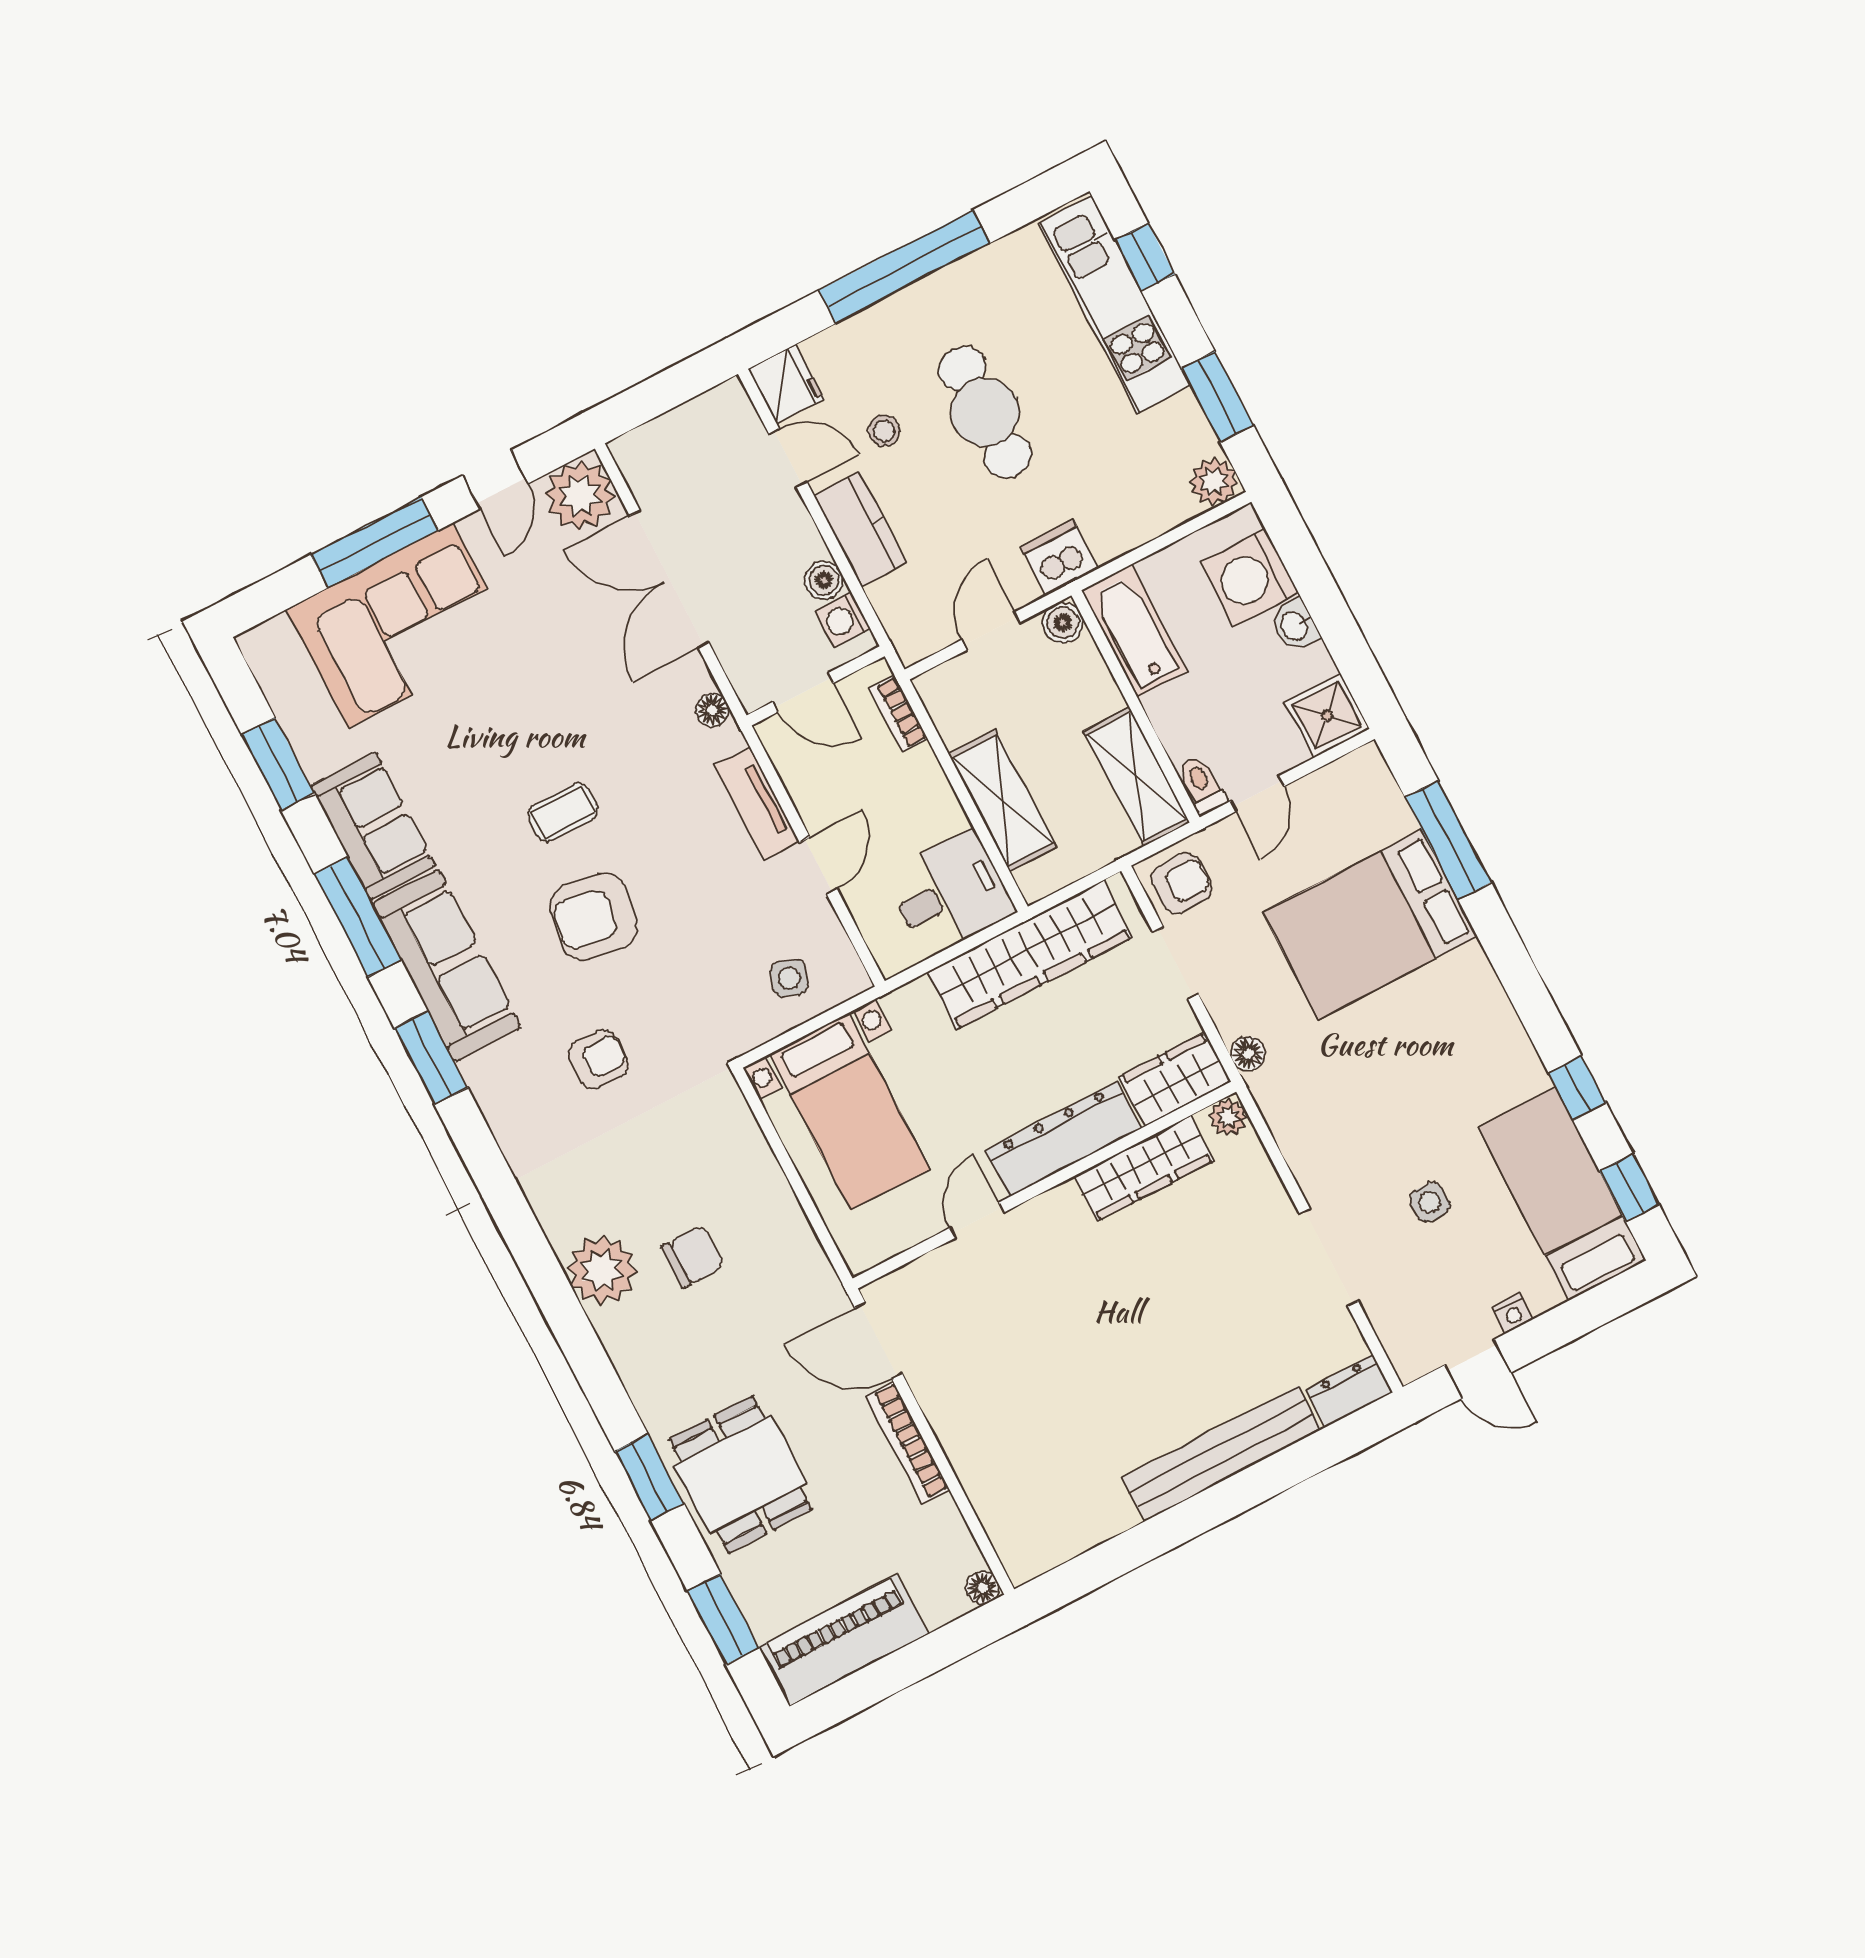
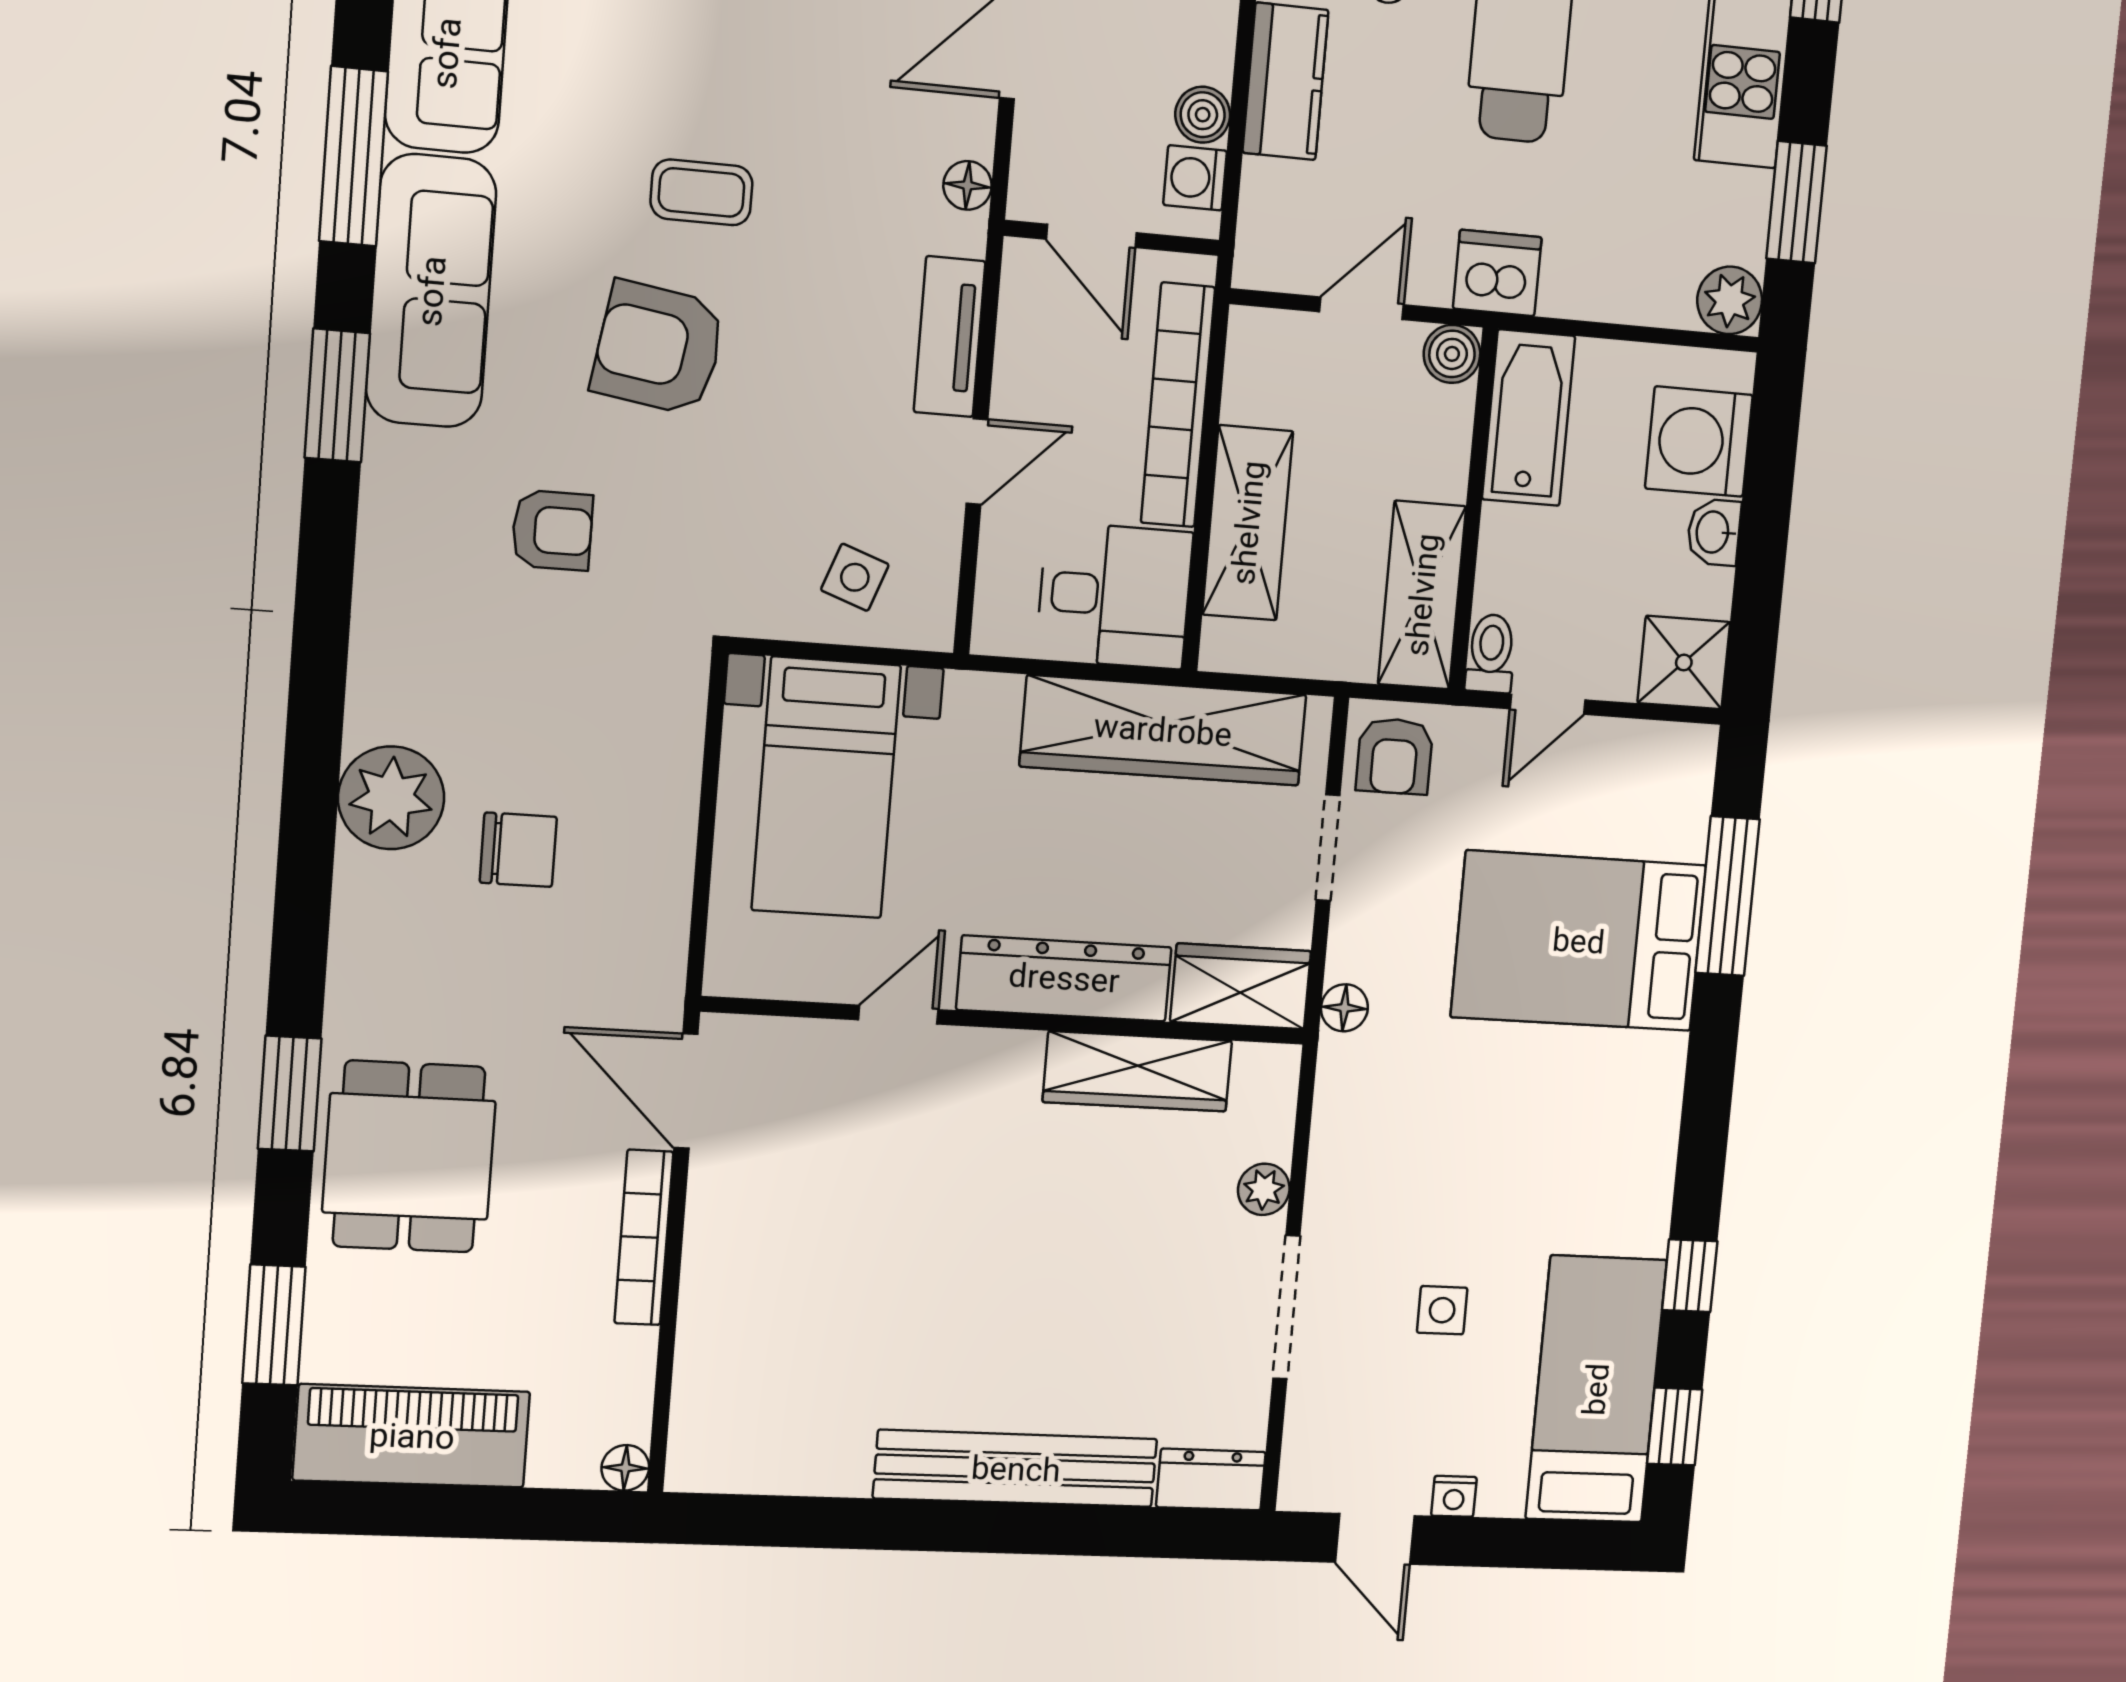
bookcase: (899, 714) -> (1178, 405), width x2.31, depth x1.31
armchair: (1182, 883) -> (1394, 756), turned 90
plant: (1228, 1117) -> (1264, 1189), moved

